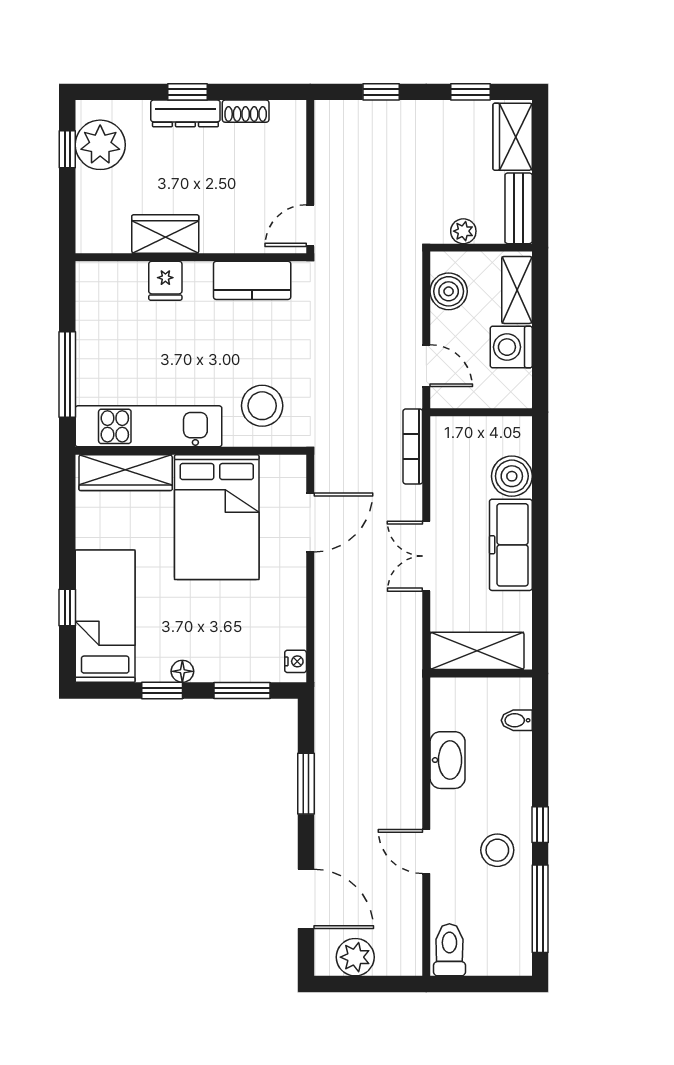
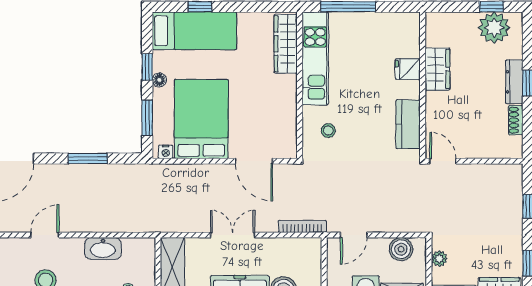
stool: (262, 406) -> (328, 131), width x0.53, depth x0.53
bed: (217, 517) -> (201, 119), moved, turned 90

